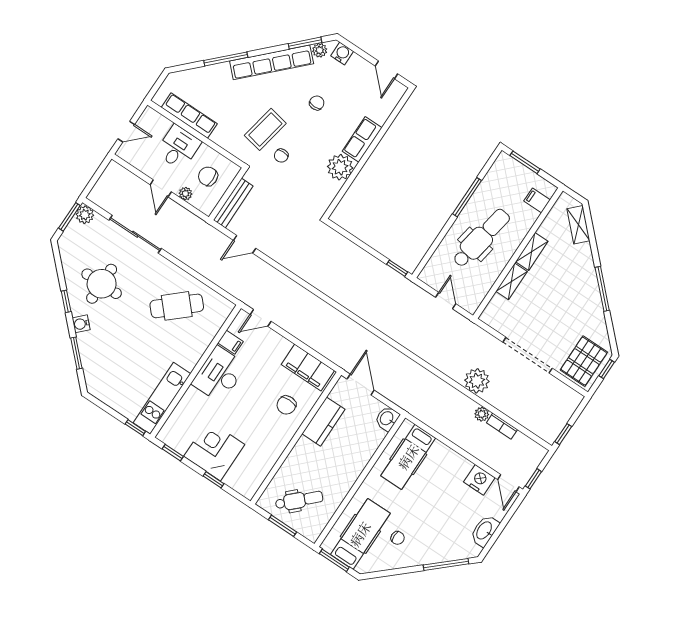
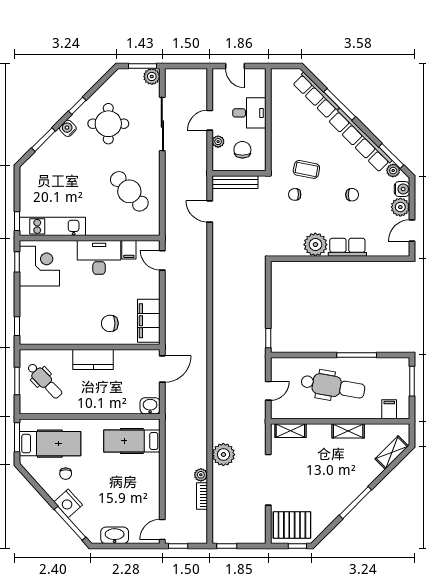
plant: (358, 66) -> (400, 207), added
row of seats: (189, 116) -> (316, 95), moved, turned 135
coffee table: (265, 129) -> (306, 169), width x0.73, depth x0.77
shelving: (511, 281) -> (290, 431), moved
kitchen counter: (323, 422) -> (93, 360), moved
corner desk: (214, 450) -> (39, 266), moved
window: (214, 480) -> (17, 326), moved
nightstand: (479, 480) -> (68, 503), moved, turned 138

